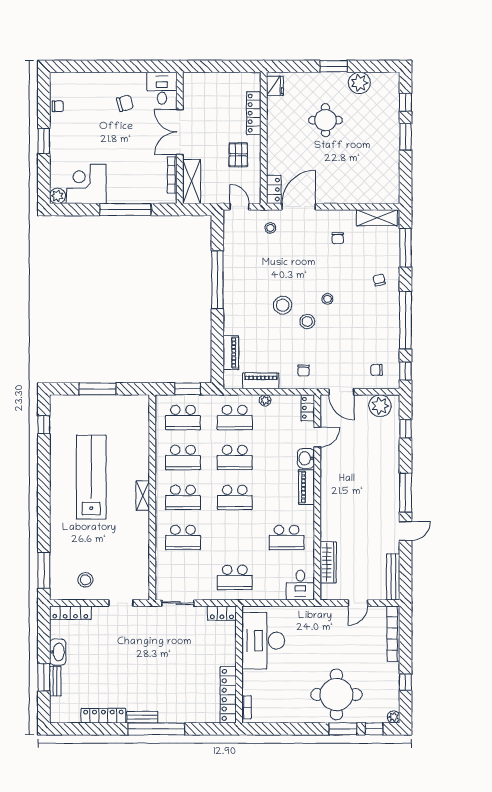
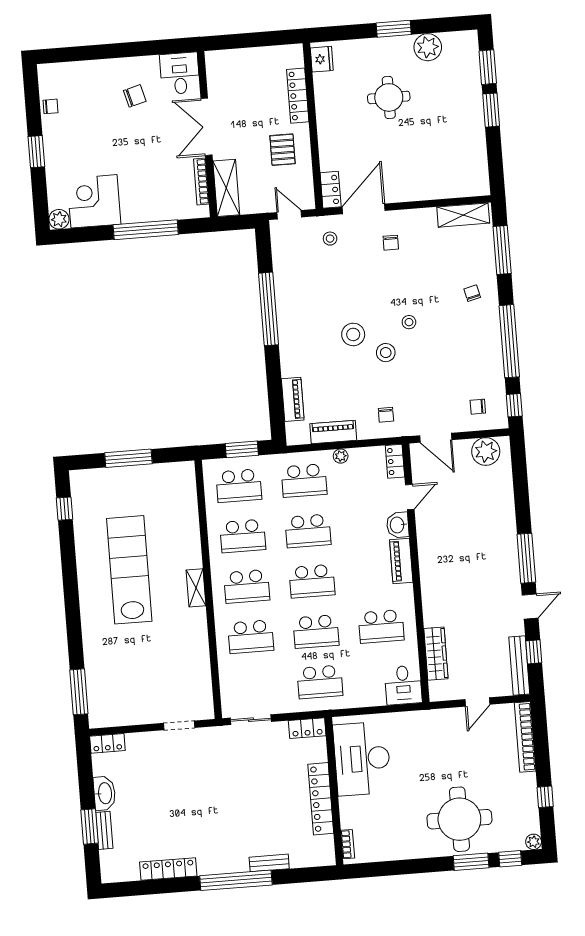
window: (405, 102) -> (488, 67), width x1.50
chair: (338, 238) -> (391, 243), moved
window: (405, 429) -> (534, 652), moved
school desk: (235, 537) -> (316, 632), added
stool: (85, 580) -> (132, 700), removed
locker: (70, 613) -> (107, 743), width x0.66
locker: (228, 695) -> (321, 799), moved
bench: (142, 717) -> (269, 863), moved

